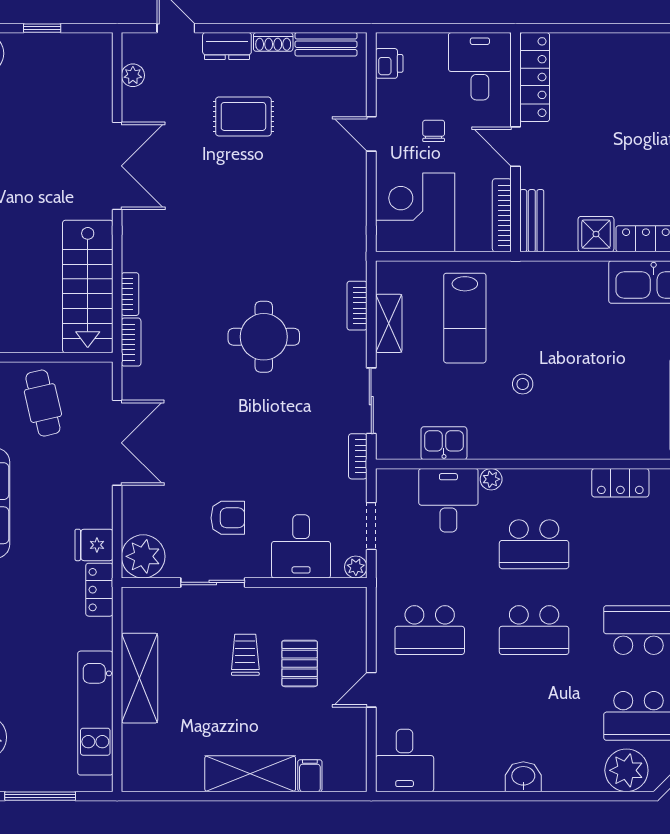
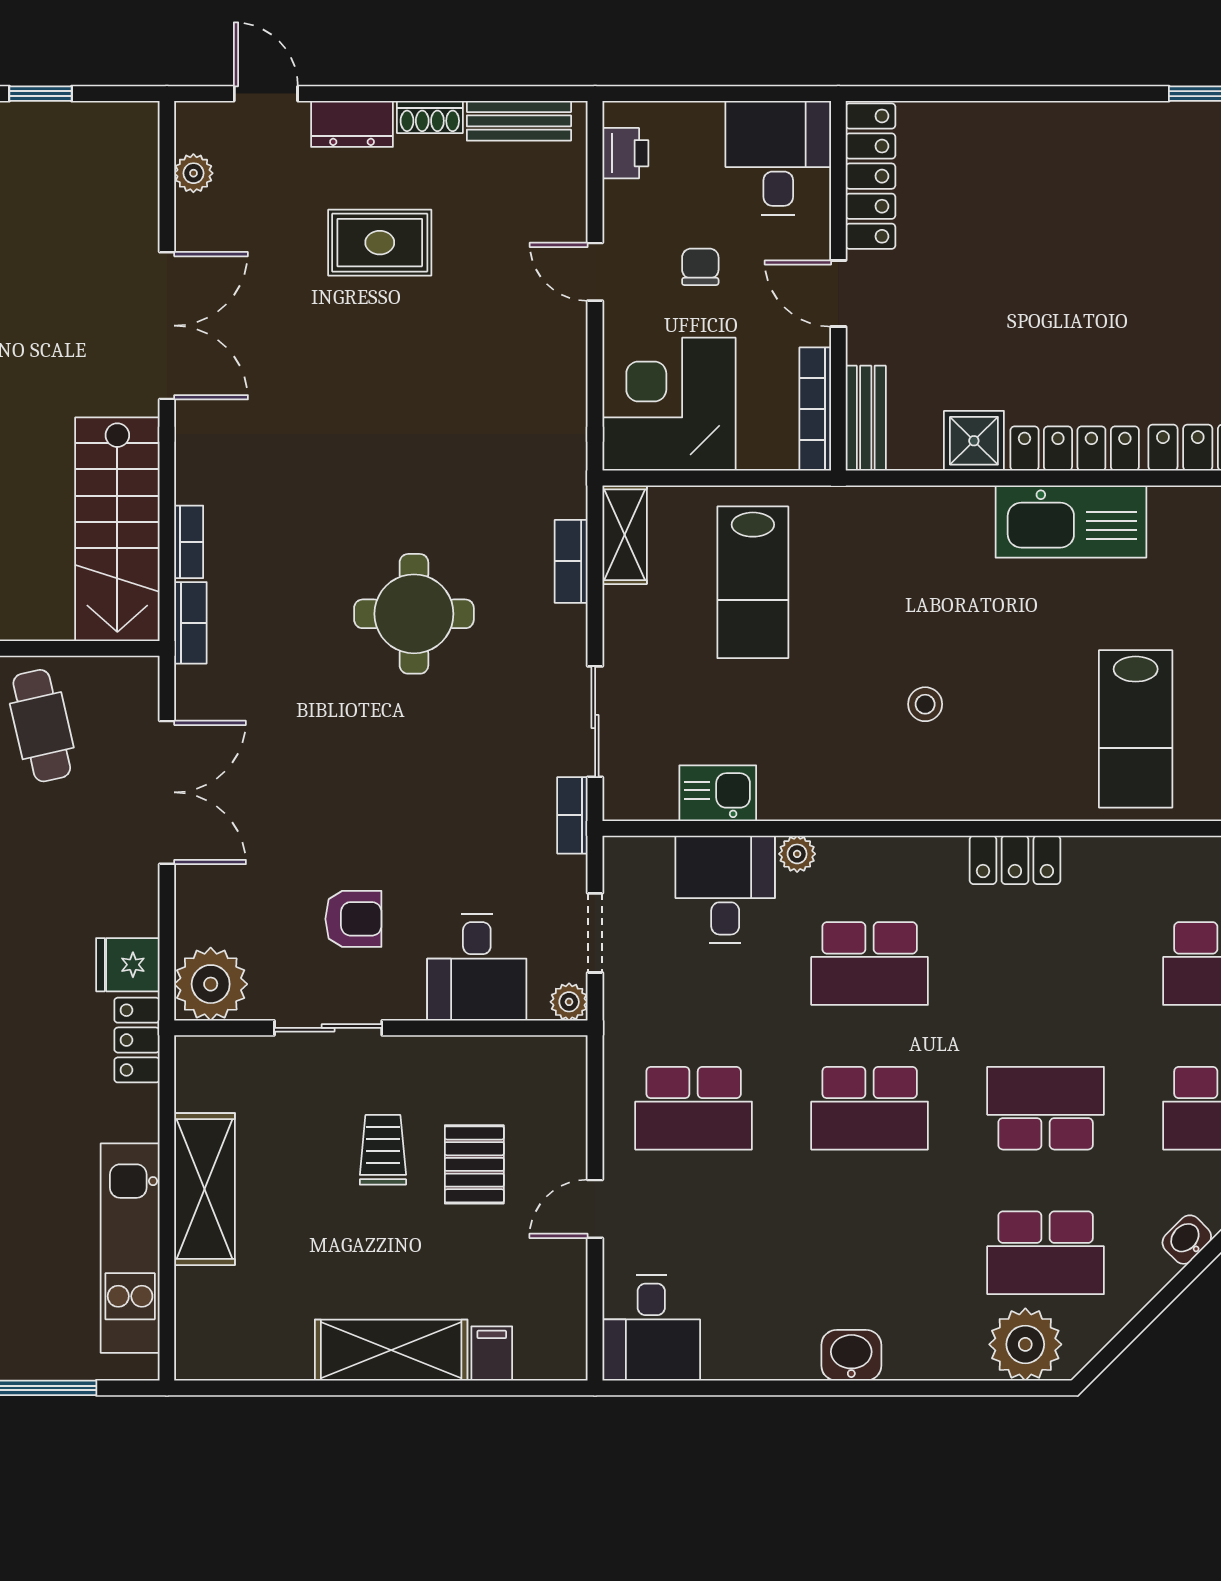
shelving: (389, 323) -> (625, 535), moved
stool: (523, 384) -> (925, 704), moved

